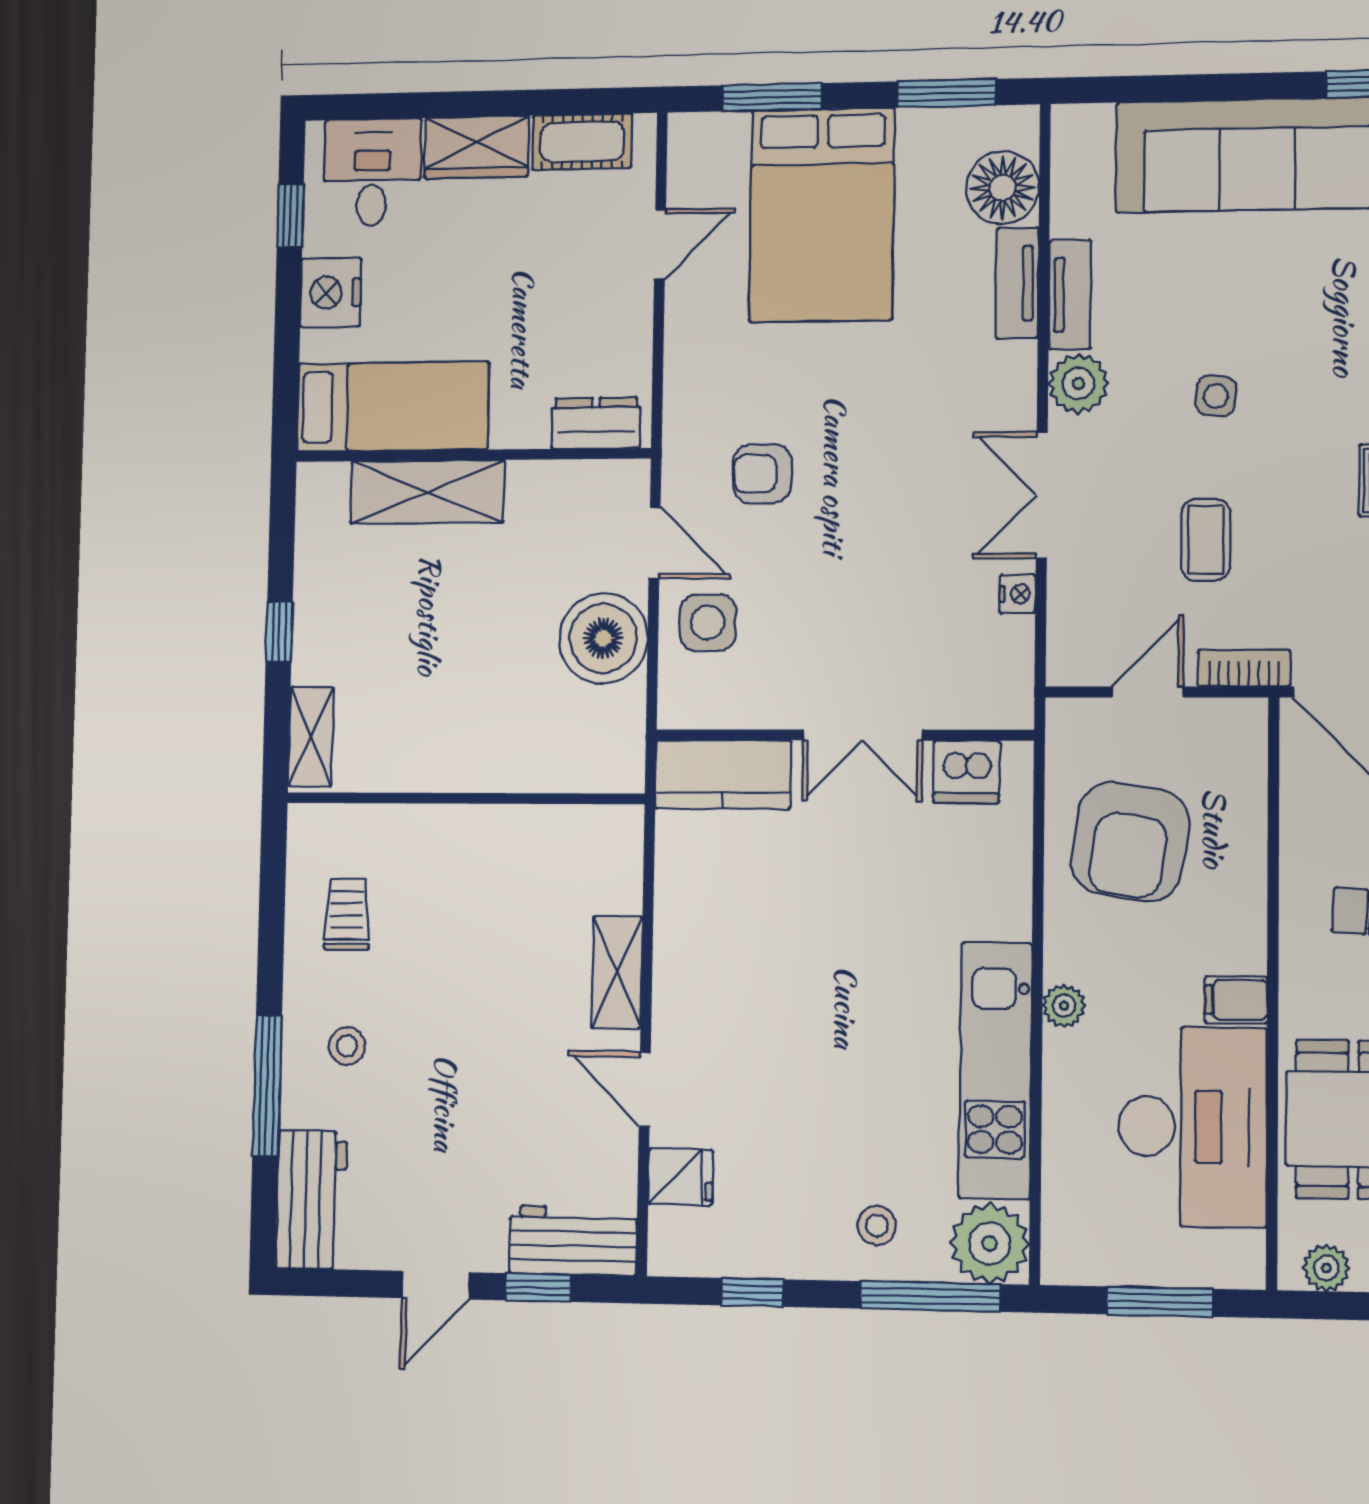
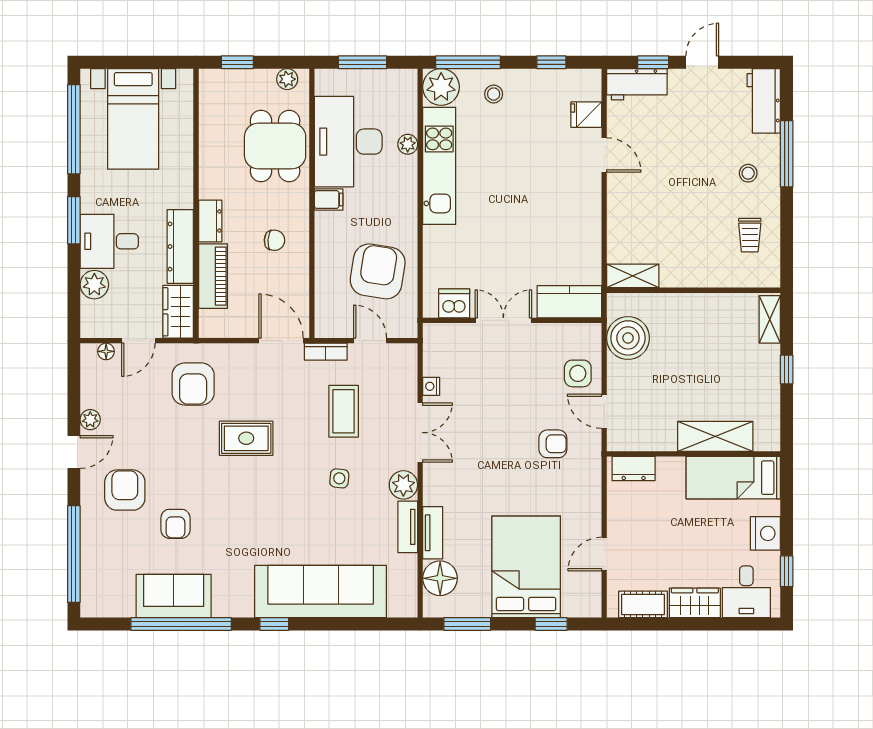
window: (772, 97) -> (551, 624), width x0.67
coffee table: (1206, 540) -> (344, 411), width x1.36, depth x1.30
boiler: (603, 638) -> (628, 338), moved
door: (1148, 692) -> (370, 341), swing flipped
shelving: (617, 972) -> (633, 276), moved, turned 90
plant: (1064, 1006) -> (408, 144), moved

